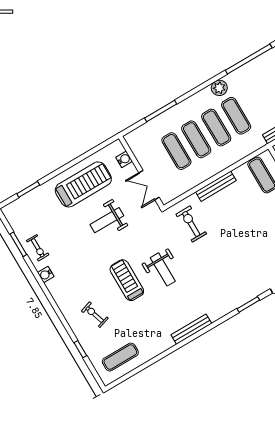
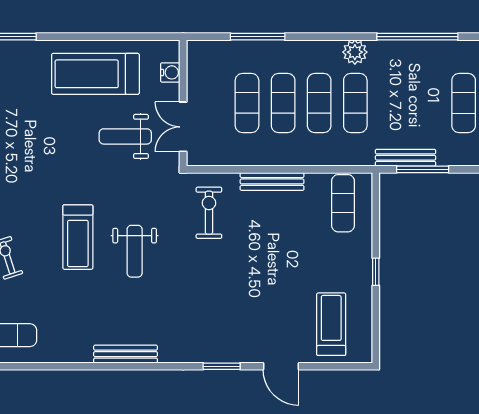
treadmill: (83, 184) -> (95, 74), turned 180
weight bench: (107, 220) -> (125, 136), moved
treadmill: (127, 280) -> (78, 237), turned 180

